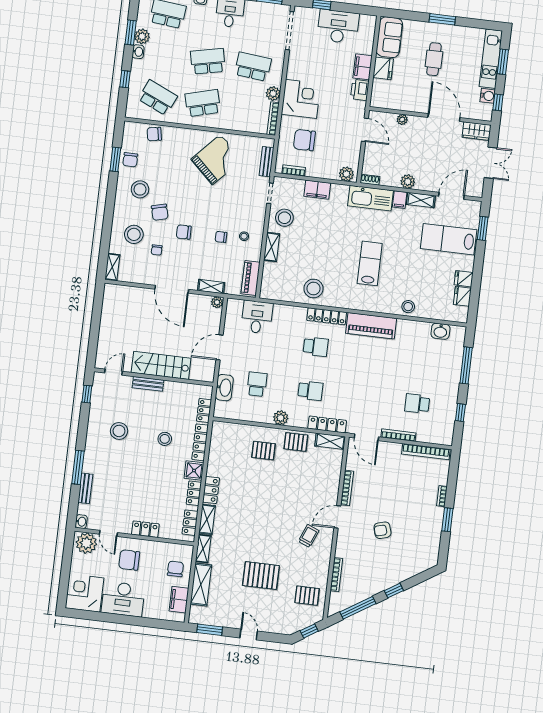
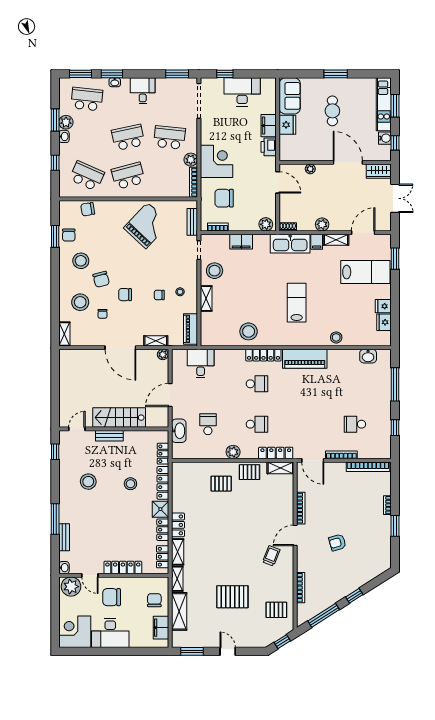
lab bench: (449, 239) -> (365, 272), turned 180
locker: (145, 529) -> (123, 567), width x1.53

